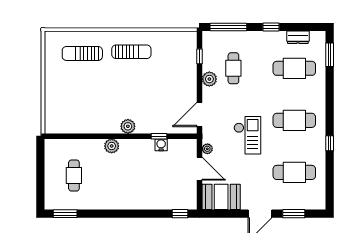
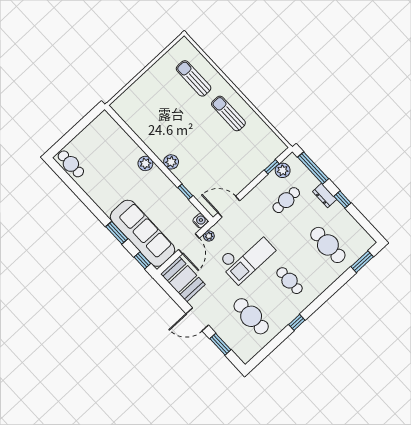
dresser: (298, 37) -> (325, 195), moved
sun lounger: (131, 52) -> (228, 113), turned 180
plant: (209, 79) -> (283, 170), moved
cafe table: (294, 120) -> (290, 281), width x0.73, depth x0.74
checkout: (247, 135) -> (246, 256), width x1.36, depth x1.21
water cooler: (161, 145) -> (200, 221), moved
cafe table: (74, 176) -> (71, 164), moved, turned 90
sofa: (160, 195) -> (143, 233), added
window: (65, 214) -> (117, 233), moved

